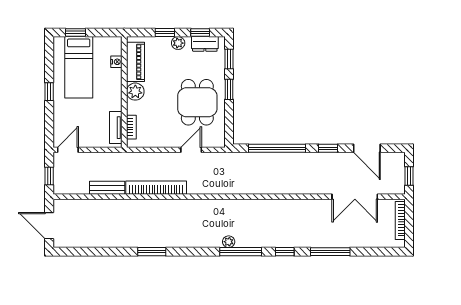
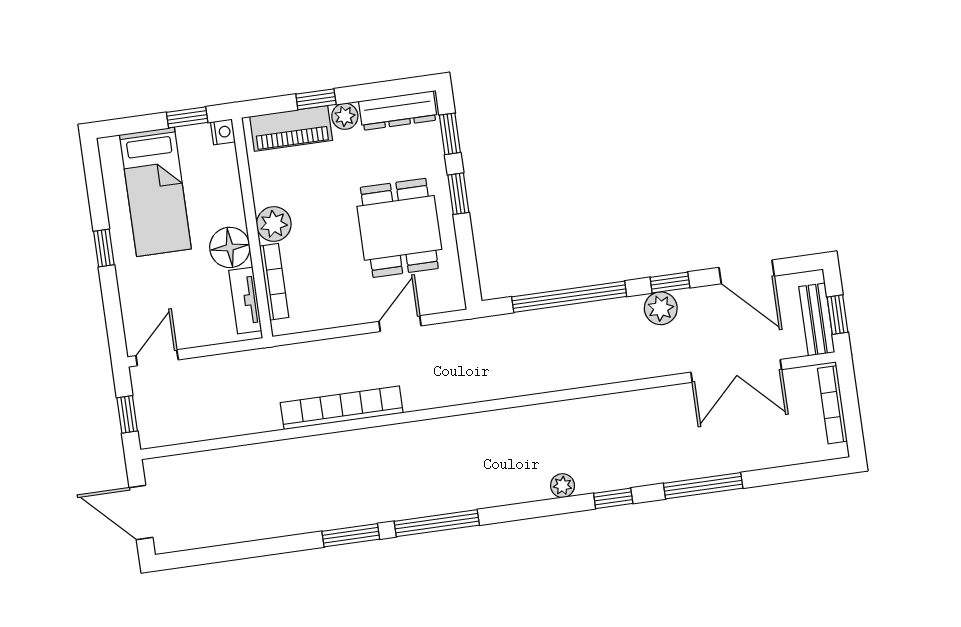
window: (75, 33) -> (187, 117), moved
window: (200, 33) -> (385, 90), removed
dresser: (205, 44) -> (398, 111), width x1.44
nightstand: (116, 62) -> (223, 132), moved
piano: (135, 62) -> (291, 128), moved, turned 90
floor lamp: (112, 100) -> (230, 247), added
bookcase: (131, 127) -> (274, 282), width x1.56
plant: (322, 160) -> (661, 308), added
bench: (107, 188) -> (817, 319), moved, turned 90
plant: (229, 242) -> (563, 486), moved
window: (241, 252) -> (437, 523), moved

